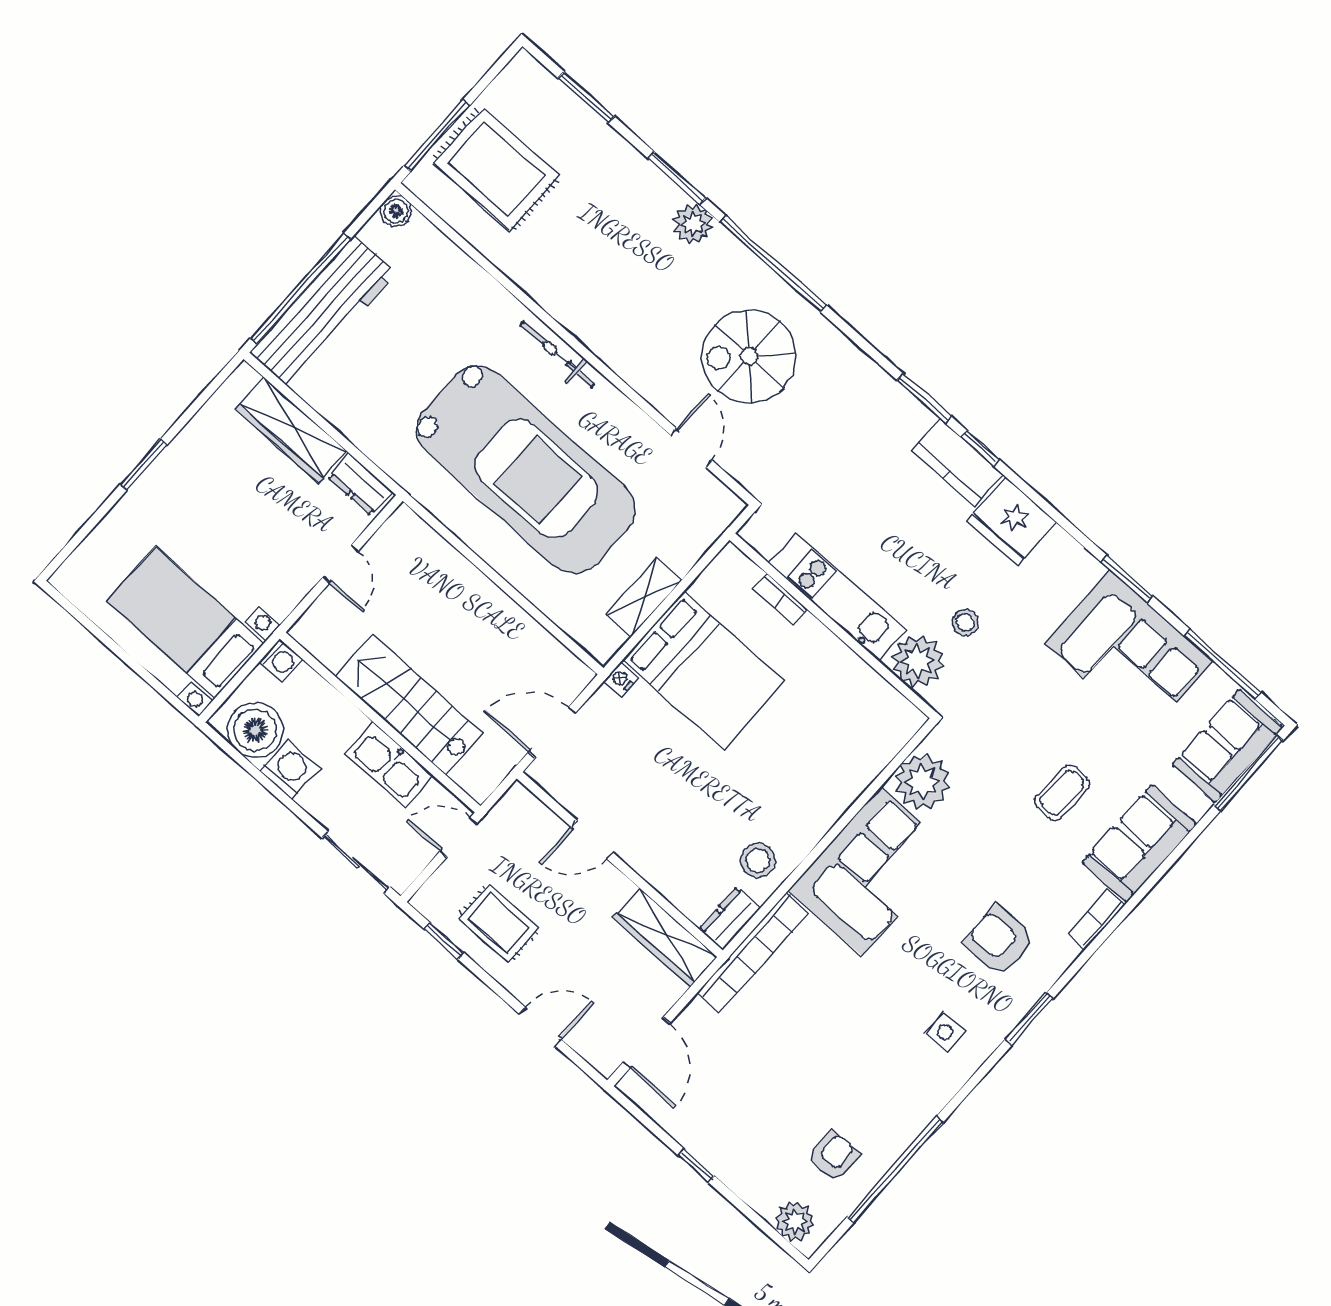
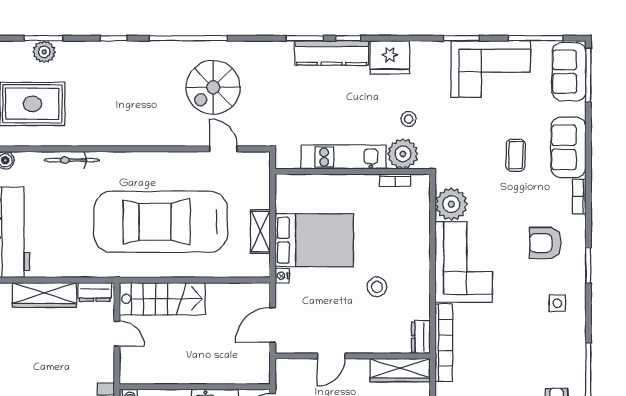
window: (677, 178) -> (114, 38), width x0.67
plant: (693, 224) -> (44, 52), moved
bicycle: (557, 354) -> (72, 160), moved
kitchen counter: (958, 462) -> (332, 53), width x1.50
car: (526, 469) -> (160, 222), turned 180
bookcase: (780, 600) -> (395, 180), moved
stairs: (409, 705) -> (162, 299), moved, turned 180
stool: (758, 860) -> (377, 287), moved

